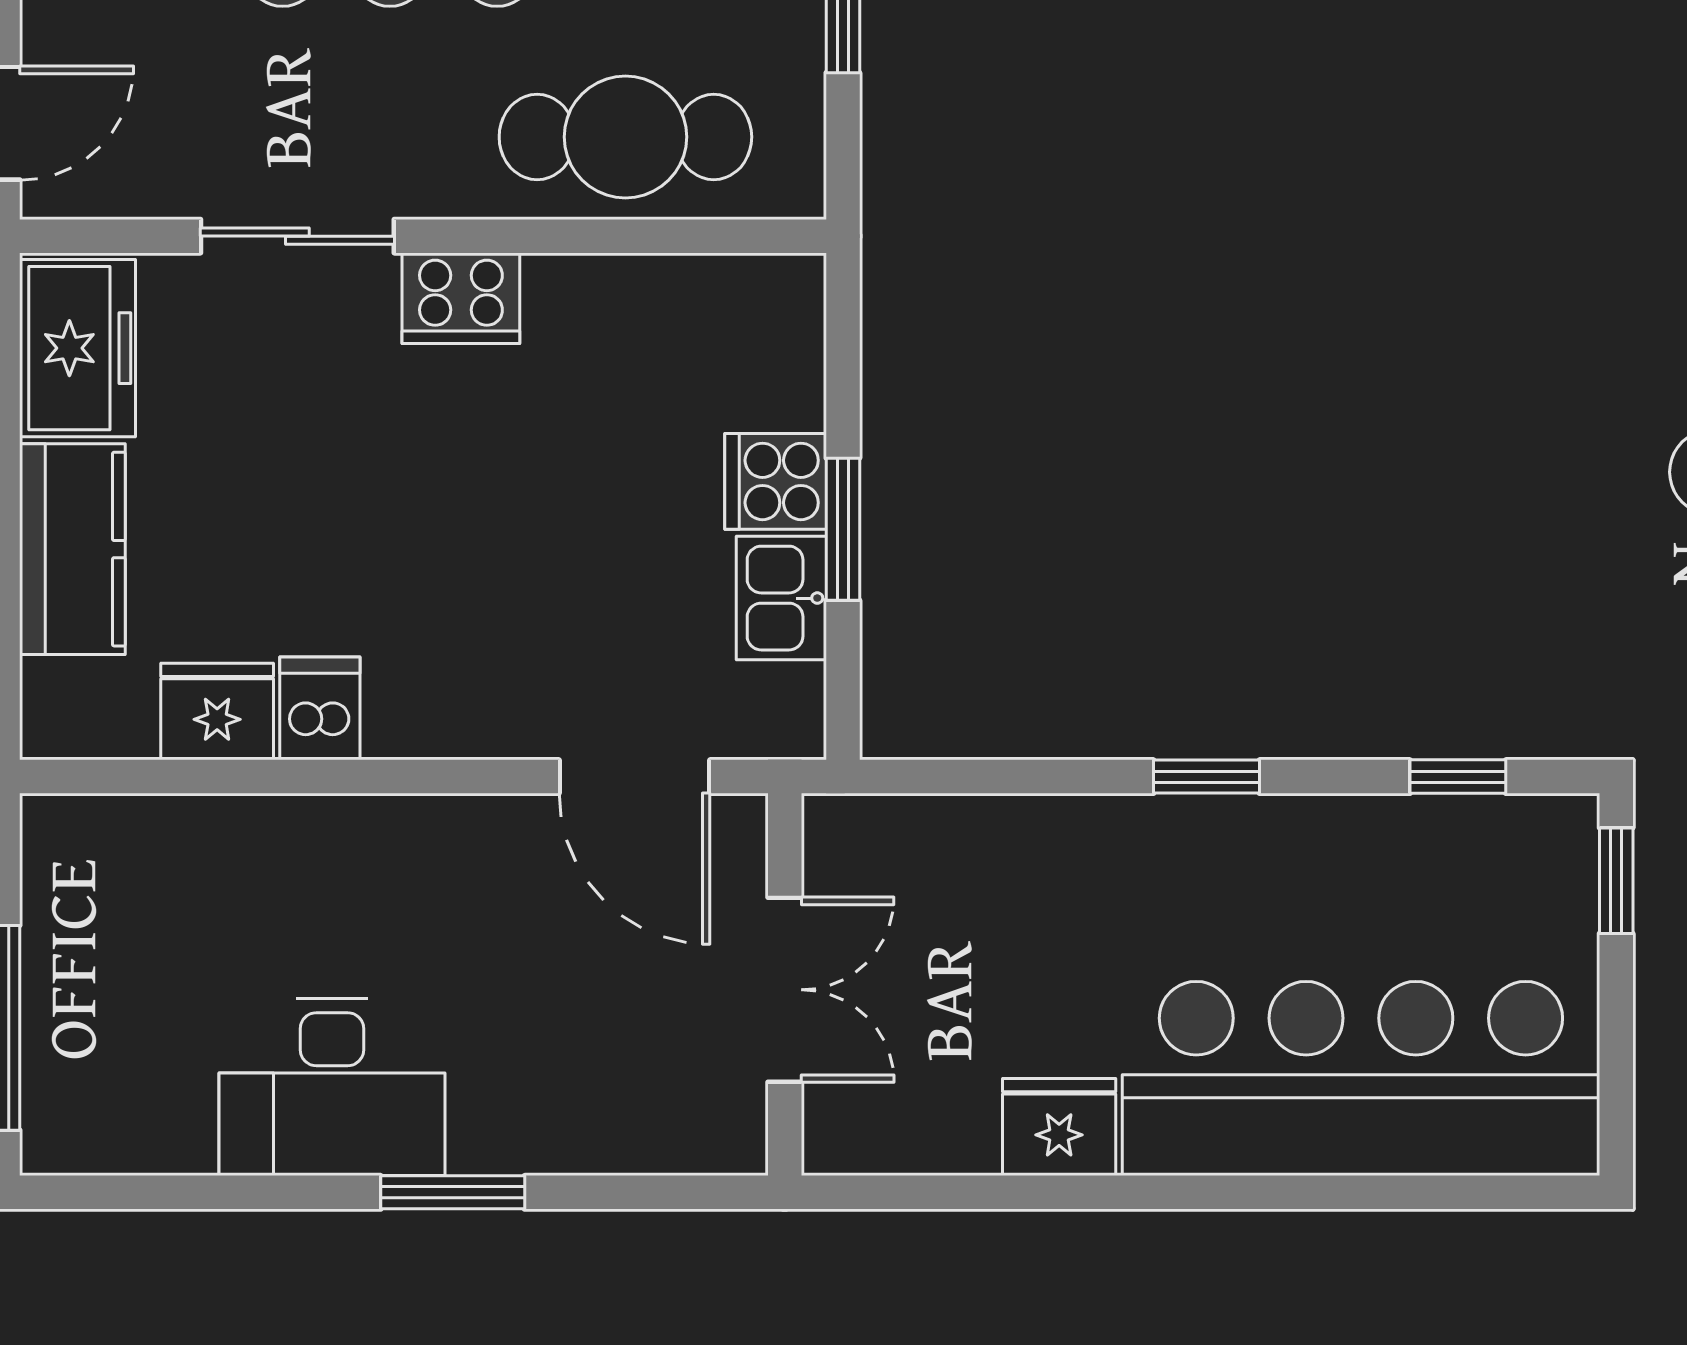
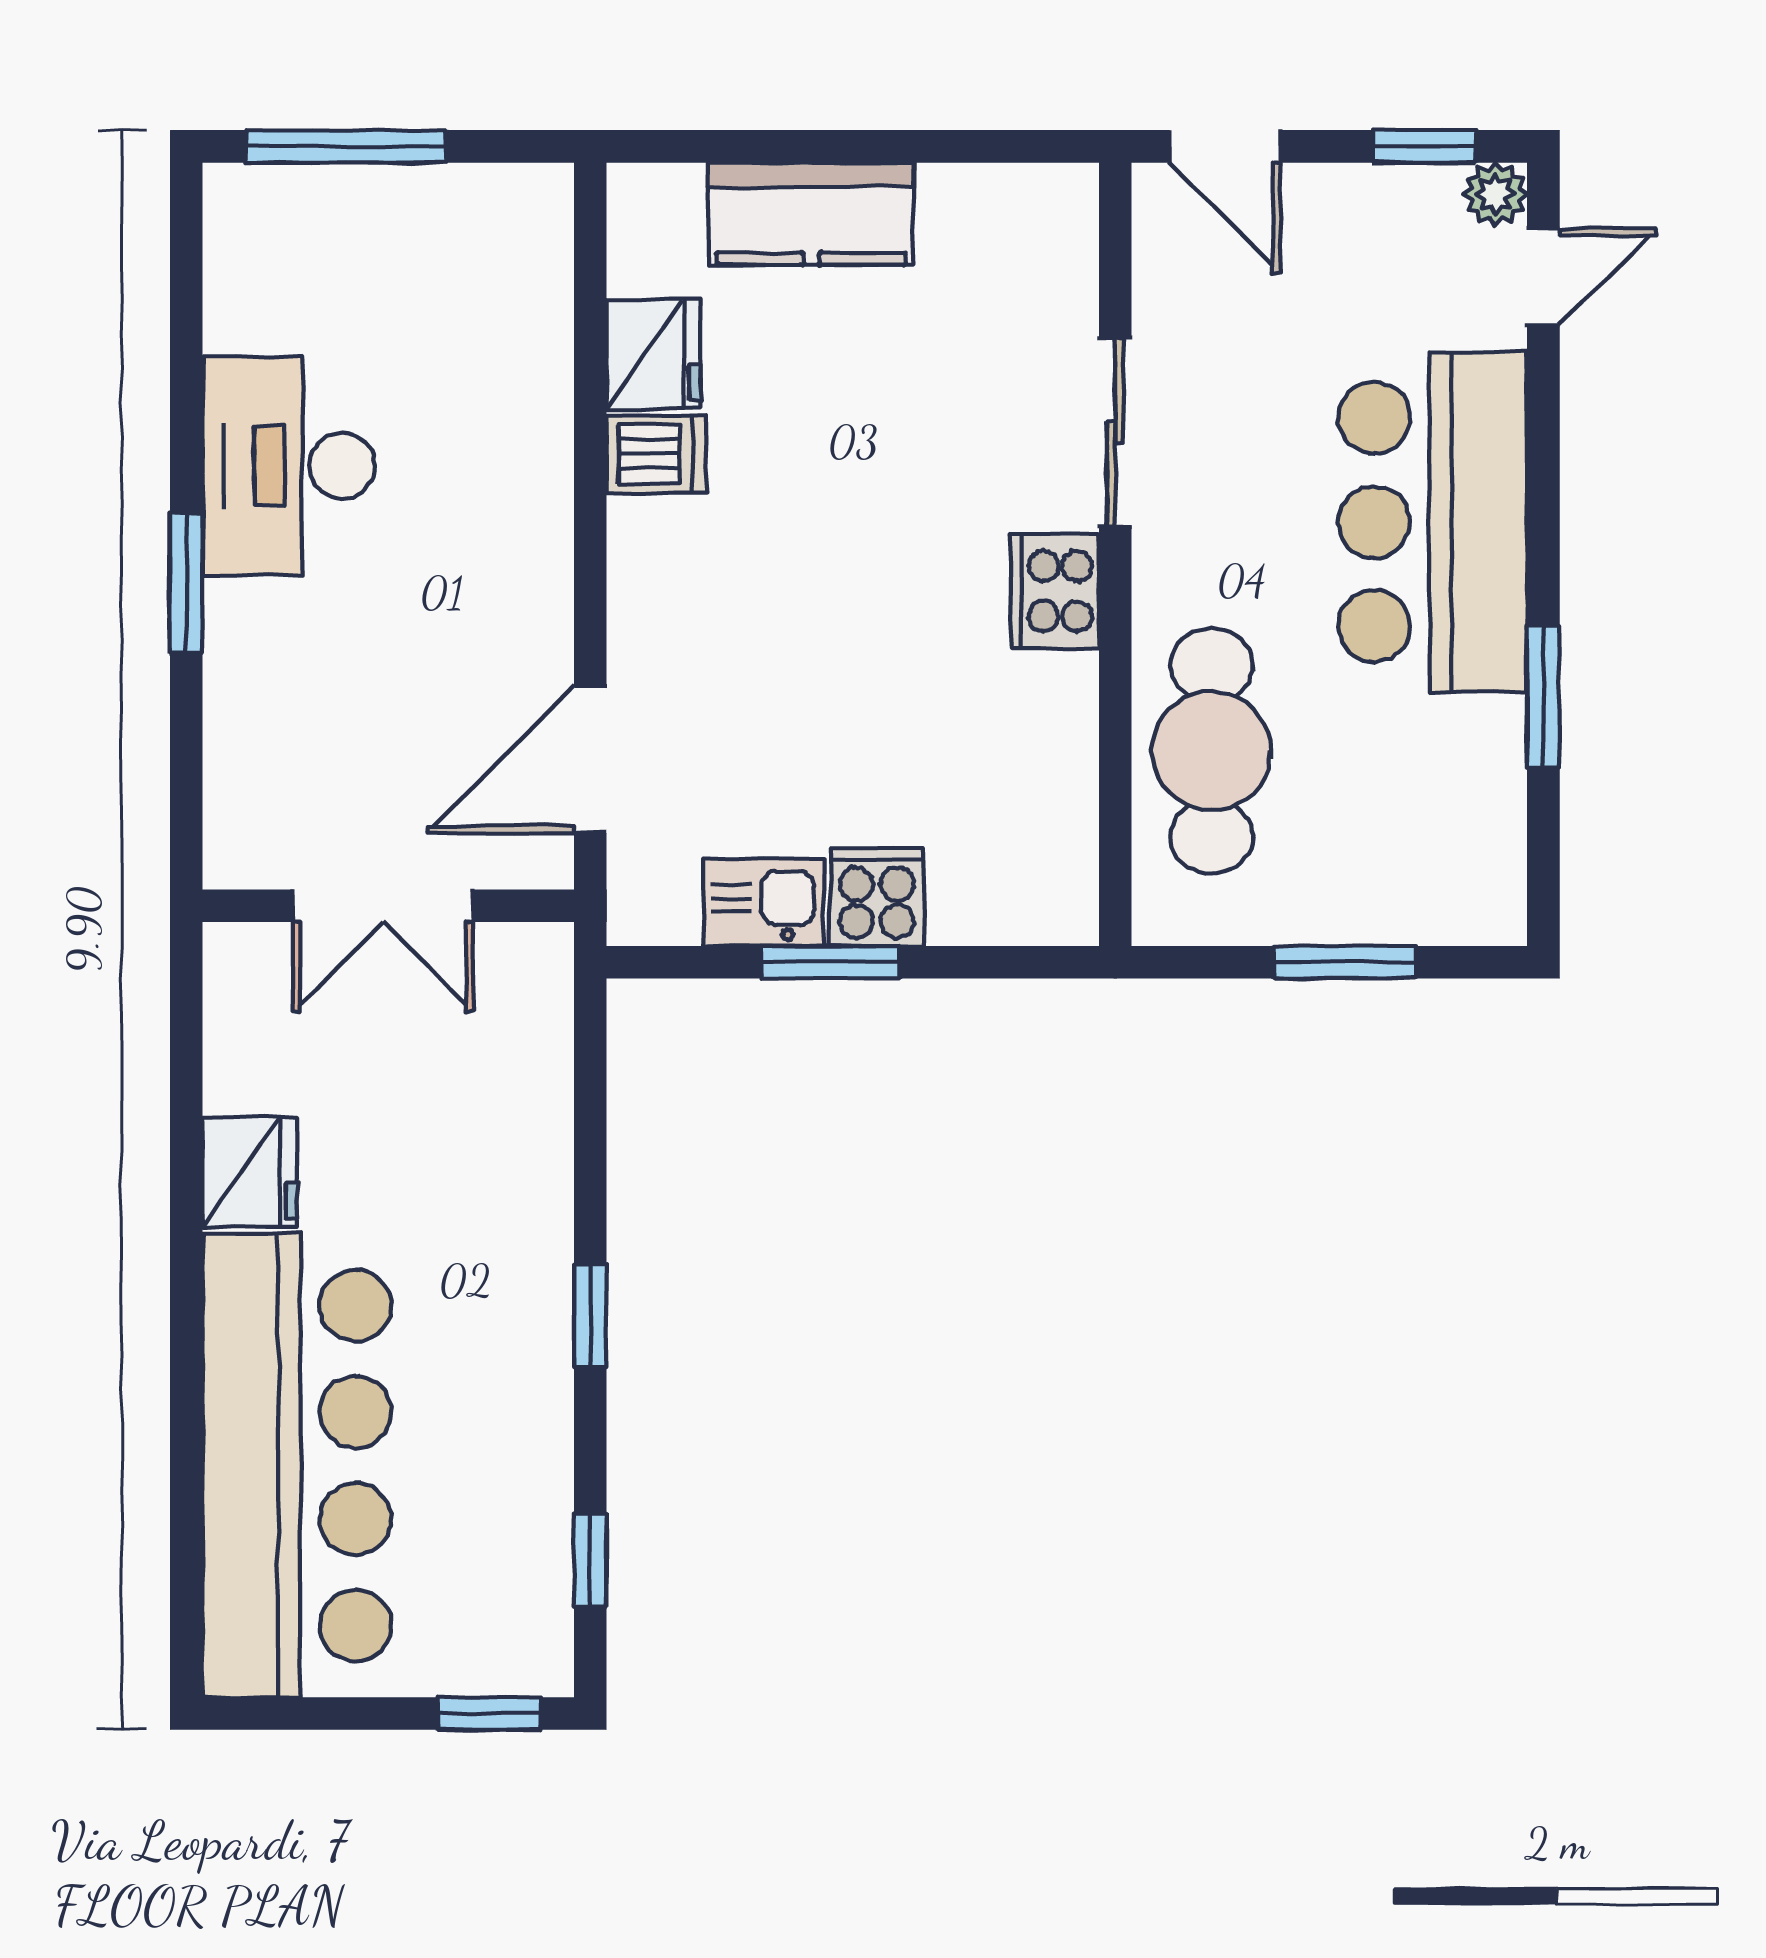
freezer: (78, 348) -> (1006, 219), removed

